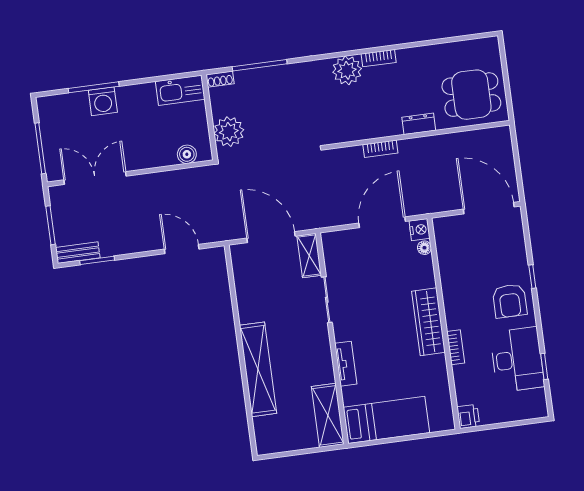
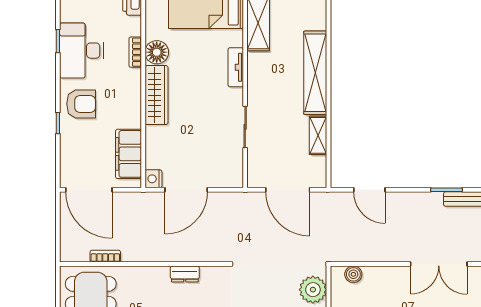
dresser: (419, 124) -> (185, 274), moved
bookcase: (380, 149) -> (105, 256), moved
floor lamp: (424, 248) -> (157, 52), moved, width x1.89, depth x1.89
filing cabinet: (451, 253) -> (128, 154), added
shelving: (309, 256) -> (318, 135), moved
armchair: (510, 301) -> (81, 104), turned 90
bookcase: (456, 347) -> (135, 52), moved

